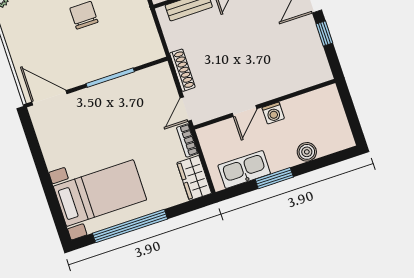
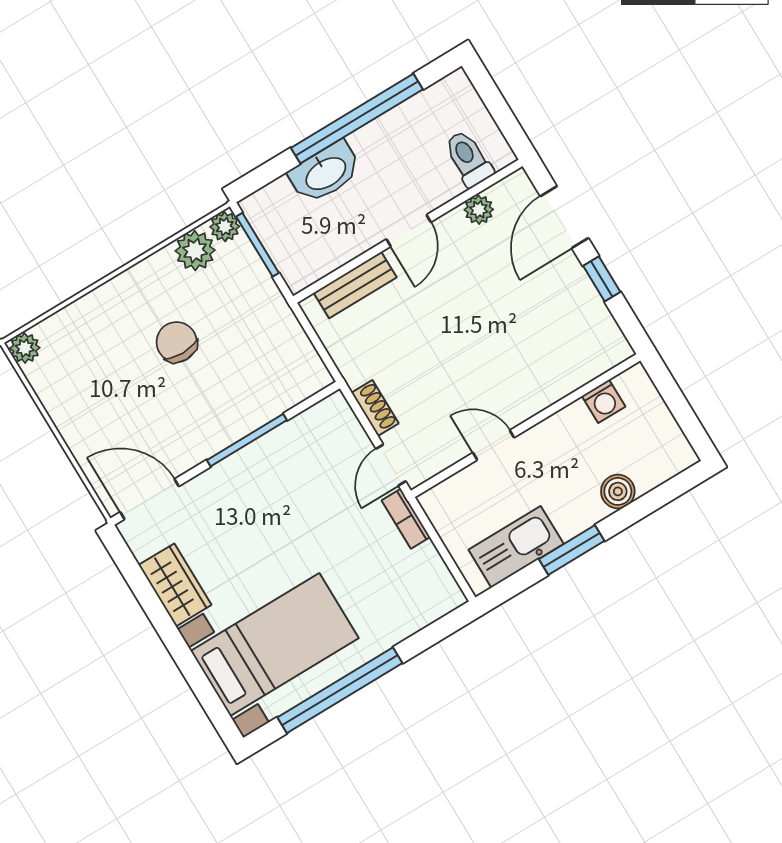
shoe rack: (182, 70) -> (375, 408), width x0.70
door: (245, 111) -> (494, 445), swing flipped
washing machine: (273, 113) -> (604, 401), moved
wardrobe: (194, 178) -> (175, 585), moved, turned 180

